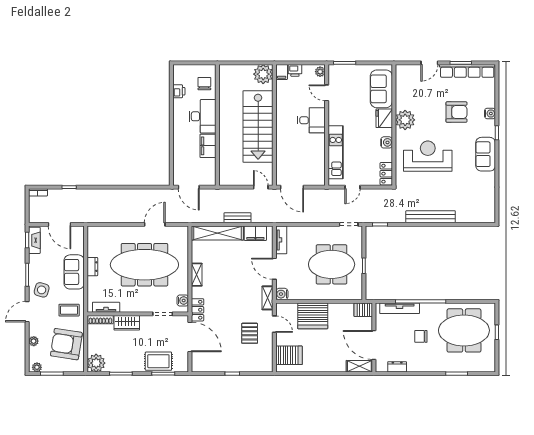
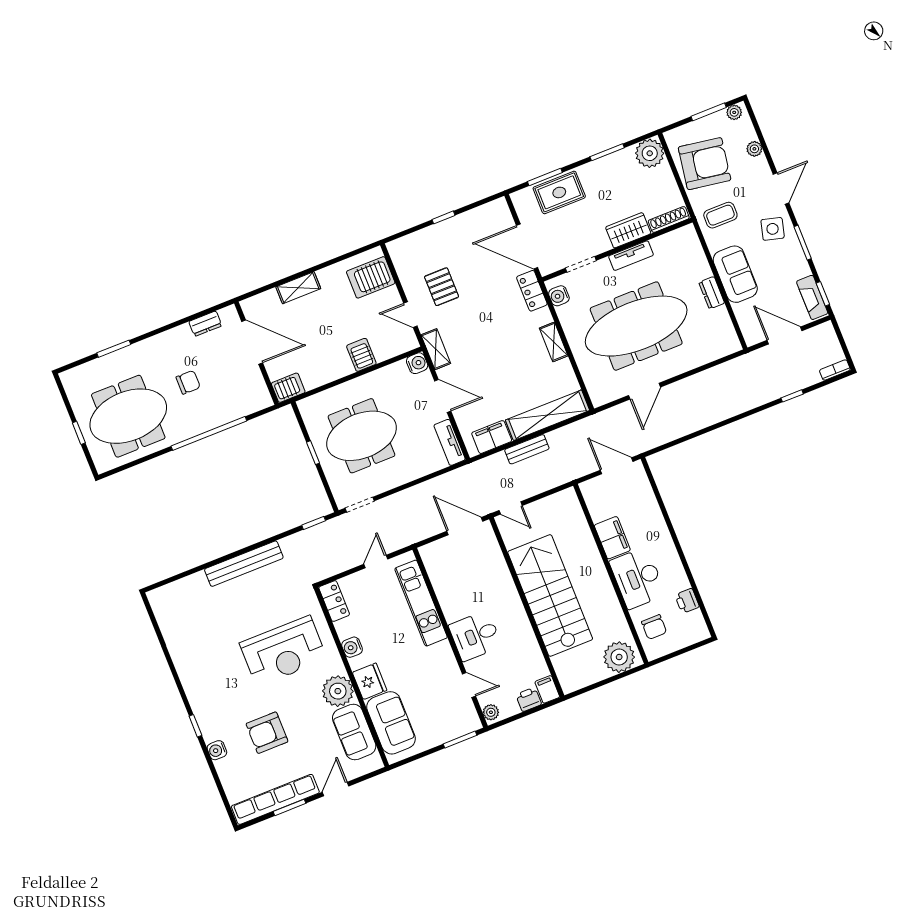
plant: (263, 74) -> (619, 657), moved
sofa: (486, 154) -> (354, 732), moved, turned 180
tv unit: (106, 307) -> (631, 256), moved
tv unit: (400, 308) -> (236, 411), removed
server rack: (313, 316) -> (361, 355), width x0.46, depth x0.70
shelving: (359, 366) -> (298, 288), moved

